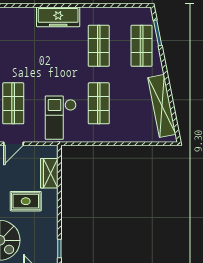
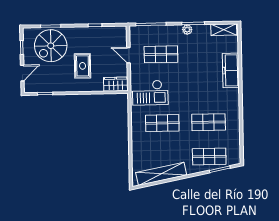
freezer: (58, 17) -> (231, 70), moved
checkout: (61, 118) -> (150, 93), turned 180
wardrobe: (49, 173) -> (116, 84), moved

